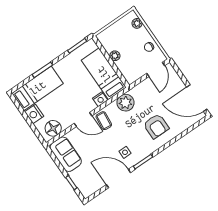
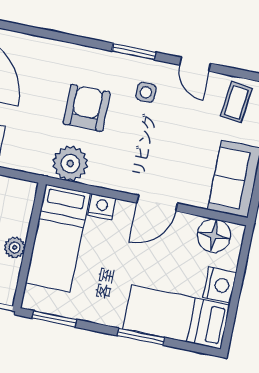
door: (83, 120) -> (157, 203), swing flipped
coffee table: (104, 121) -> (236, 102), moved
armchair: (156, 126) -> (87, 108), moved
door: (118, 179) -> (195, 64), width x0.53

